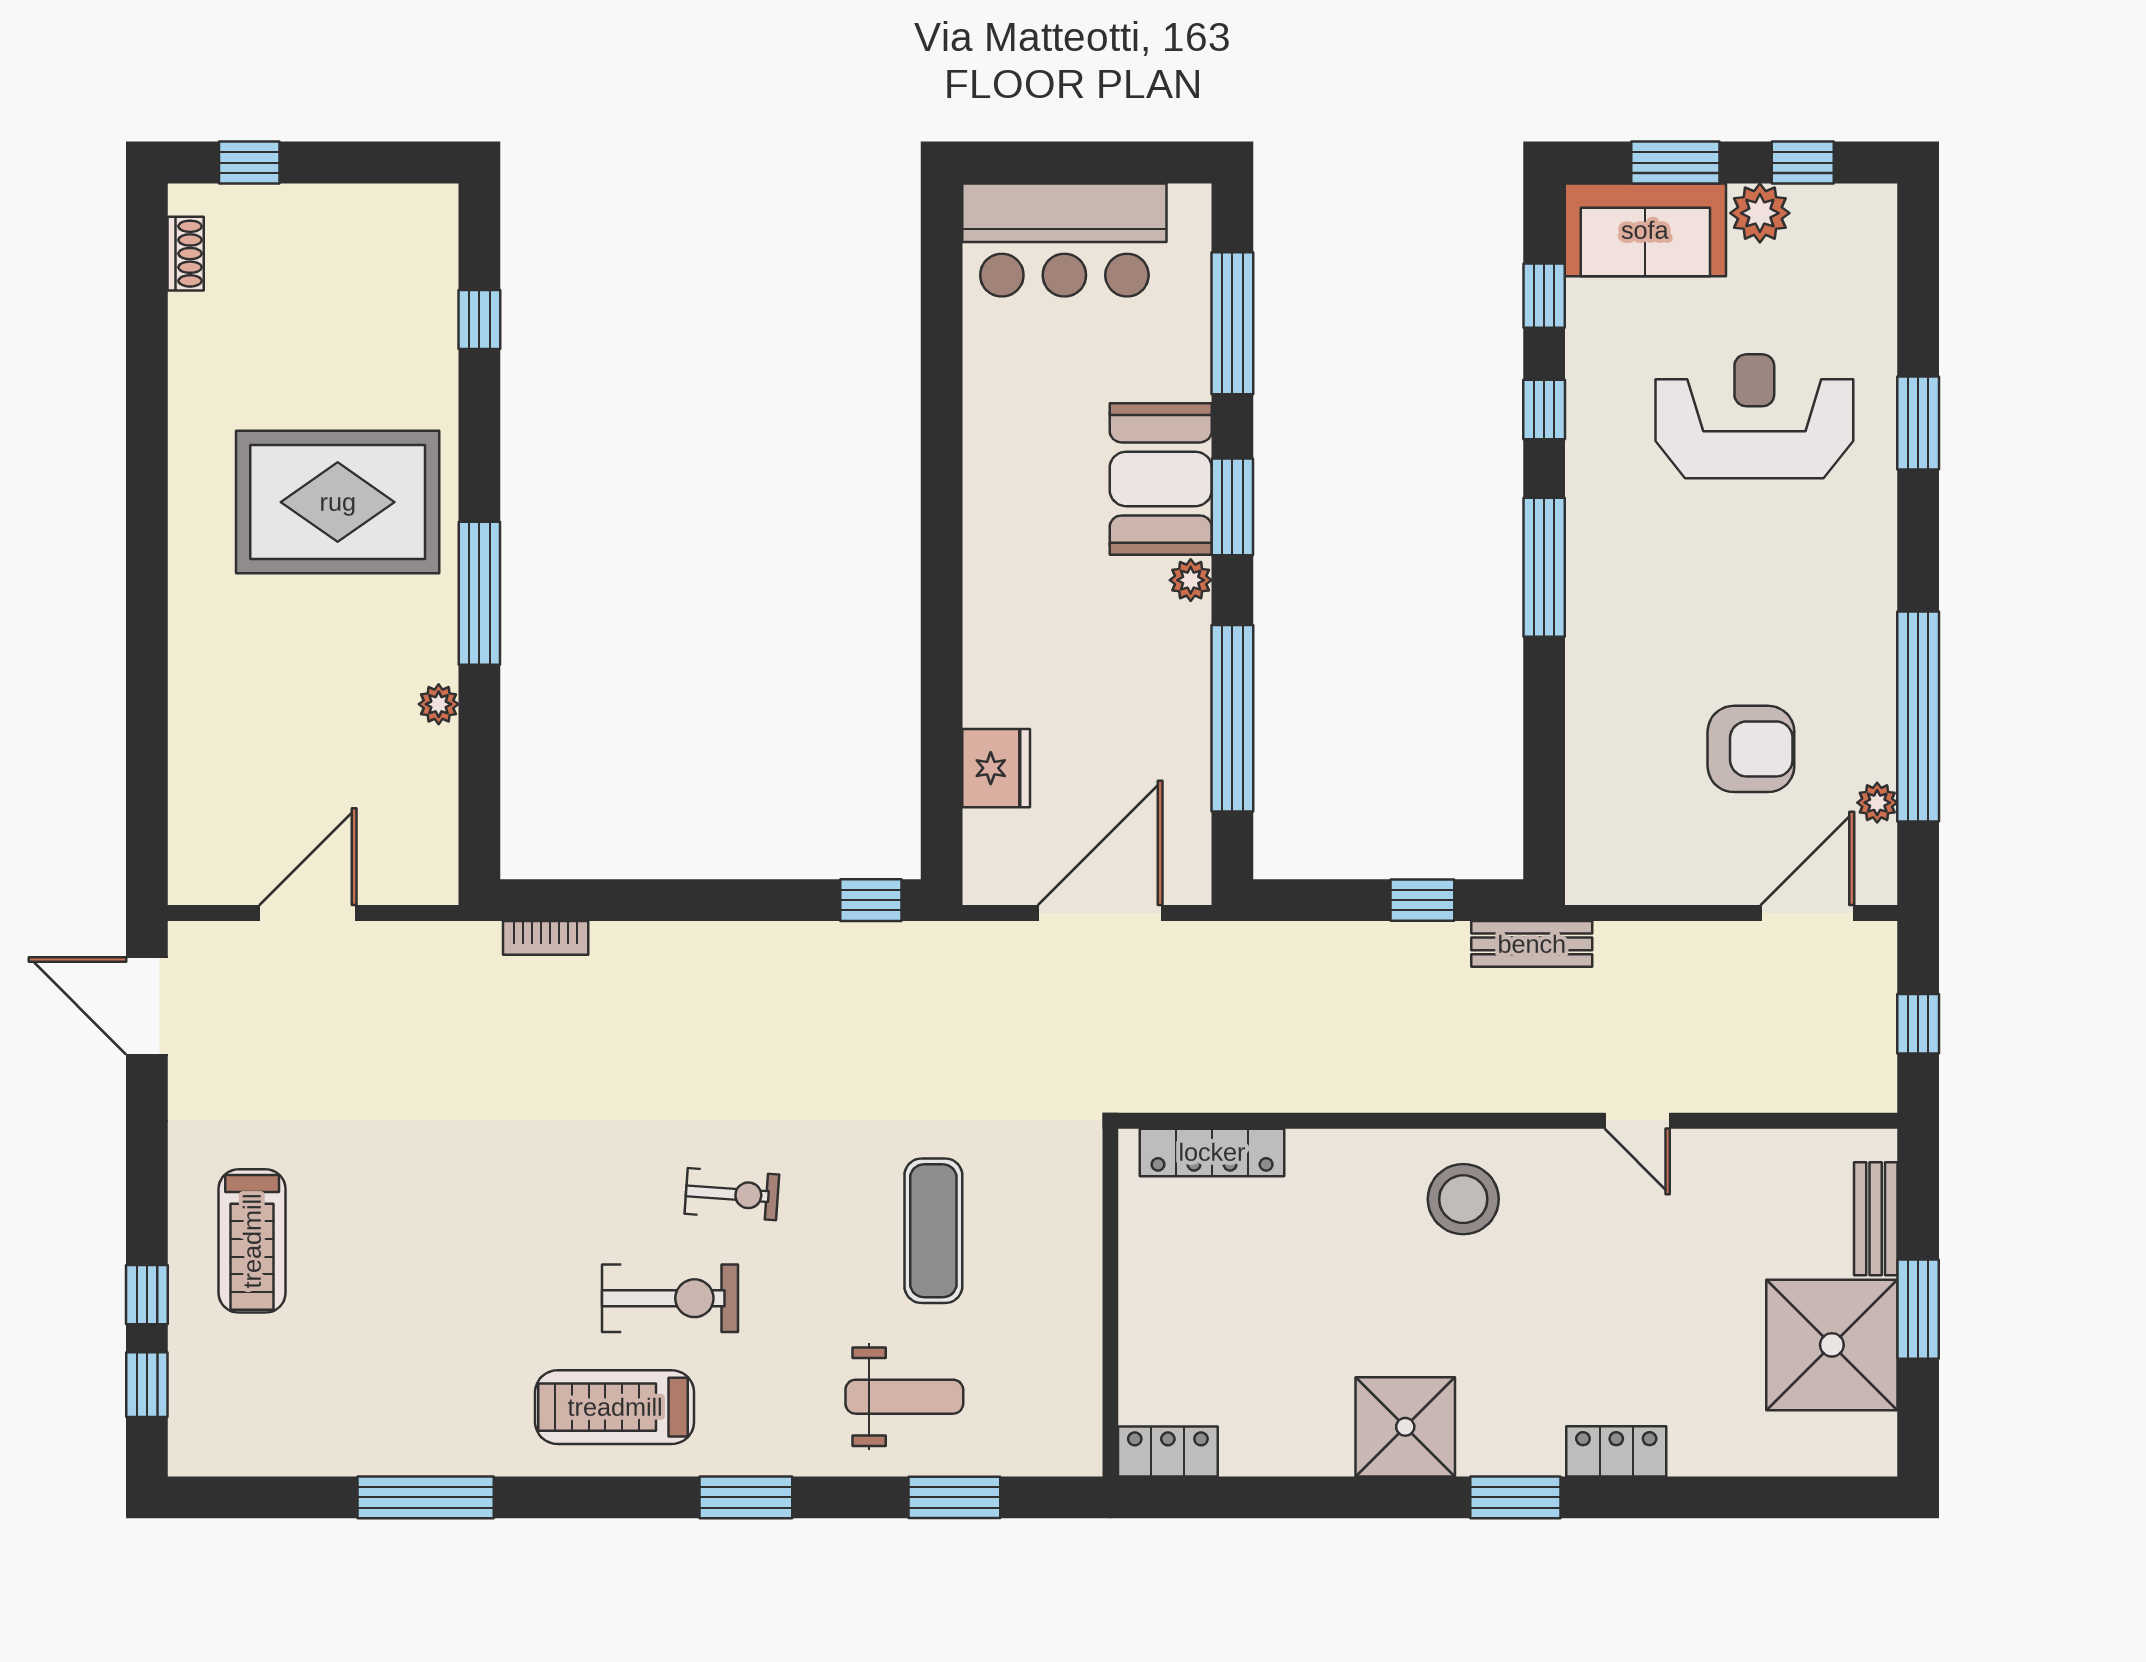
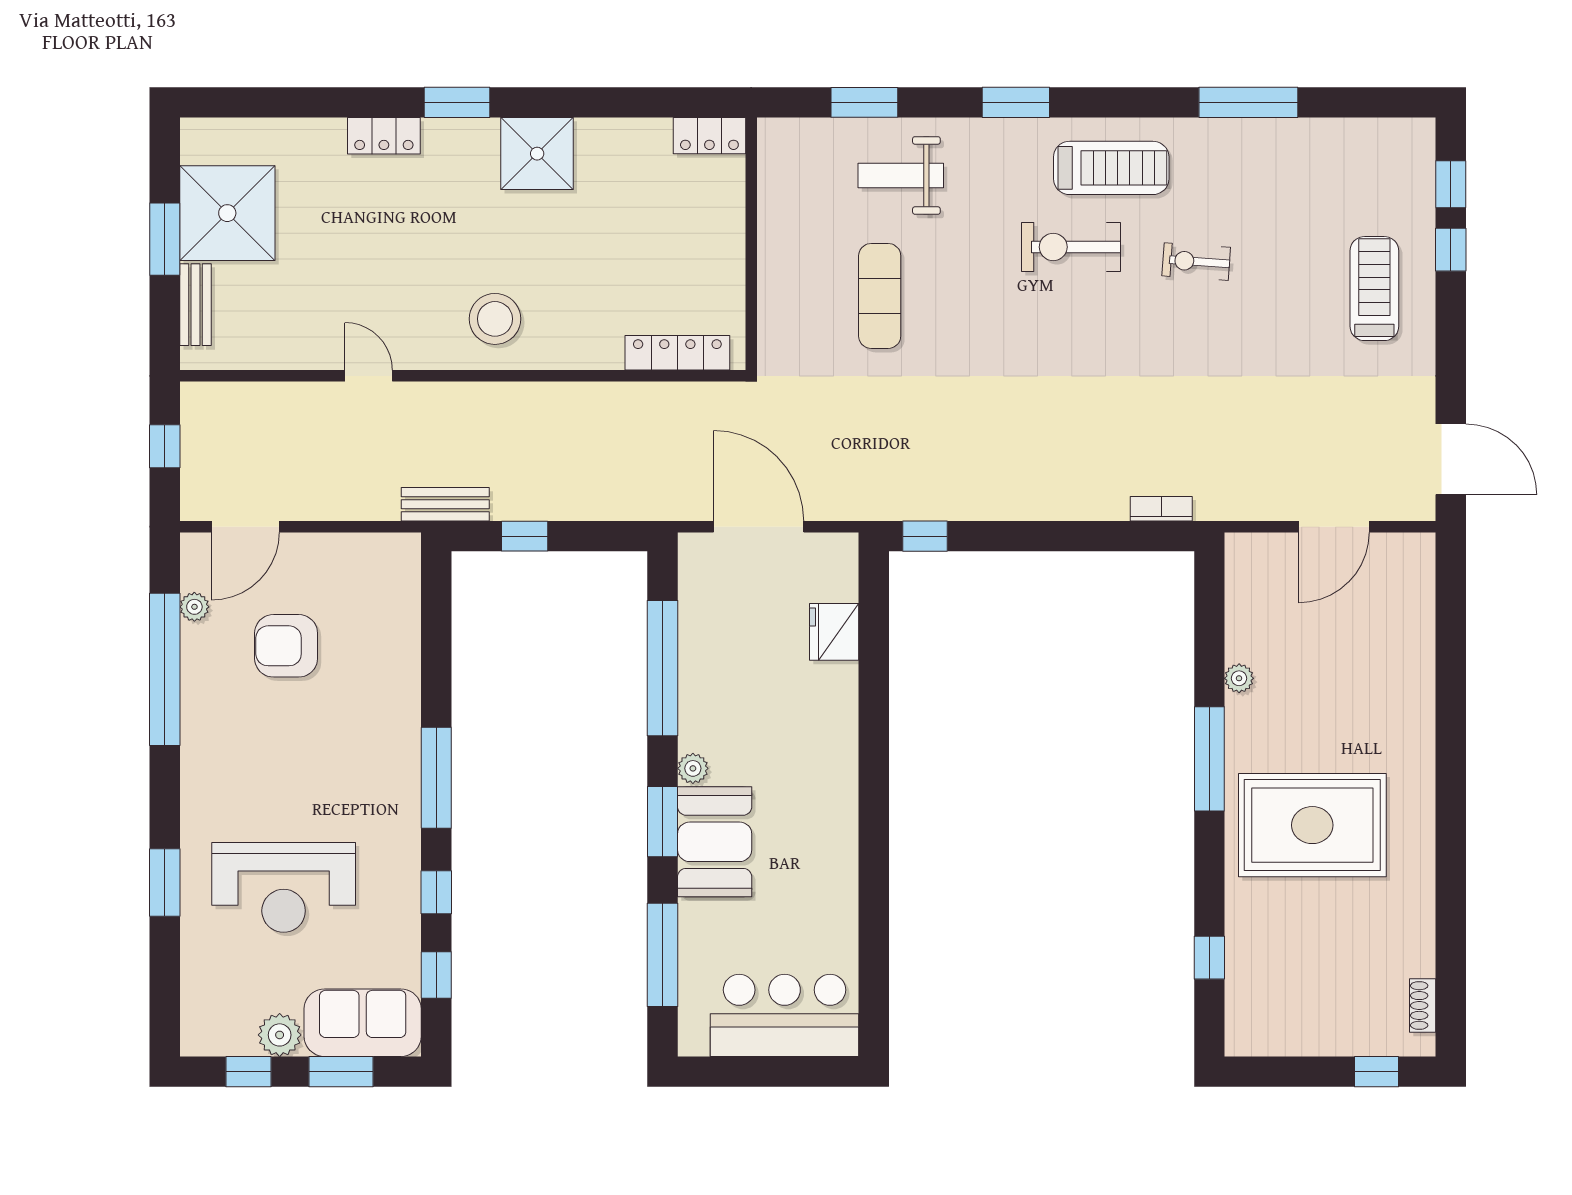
door: (1100, 913) -> (759, 527), swing flipped
exercise bike: (732, 1194) -> (1196, 262), moved

